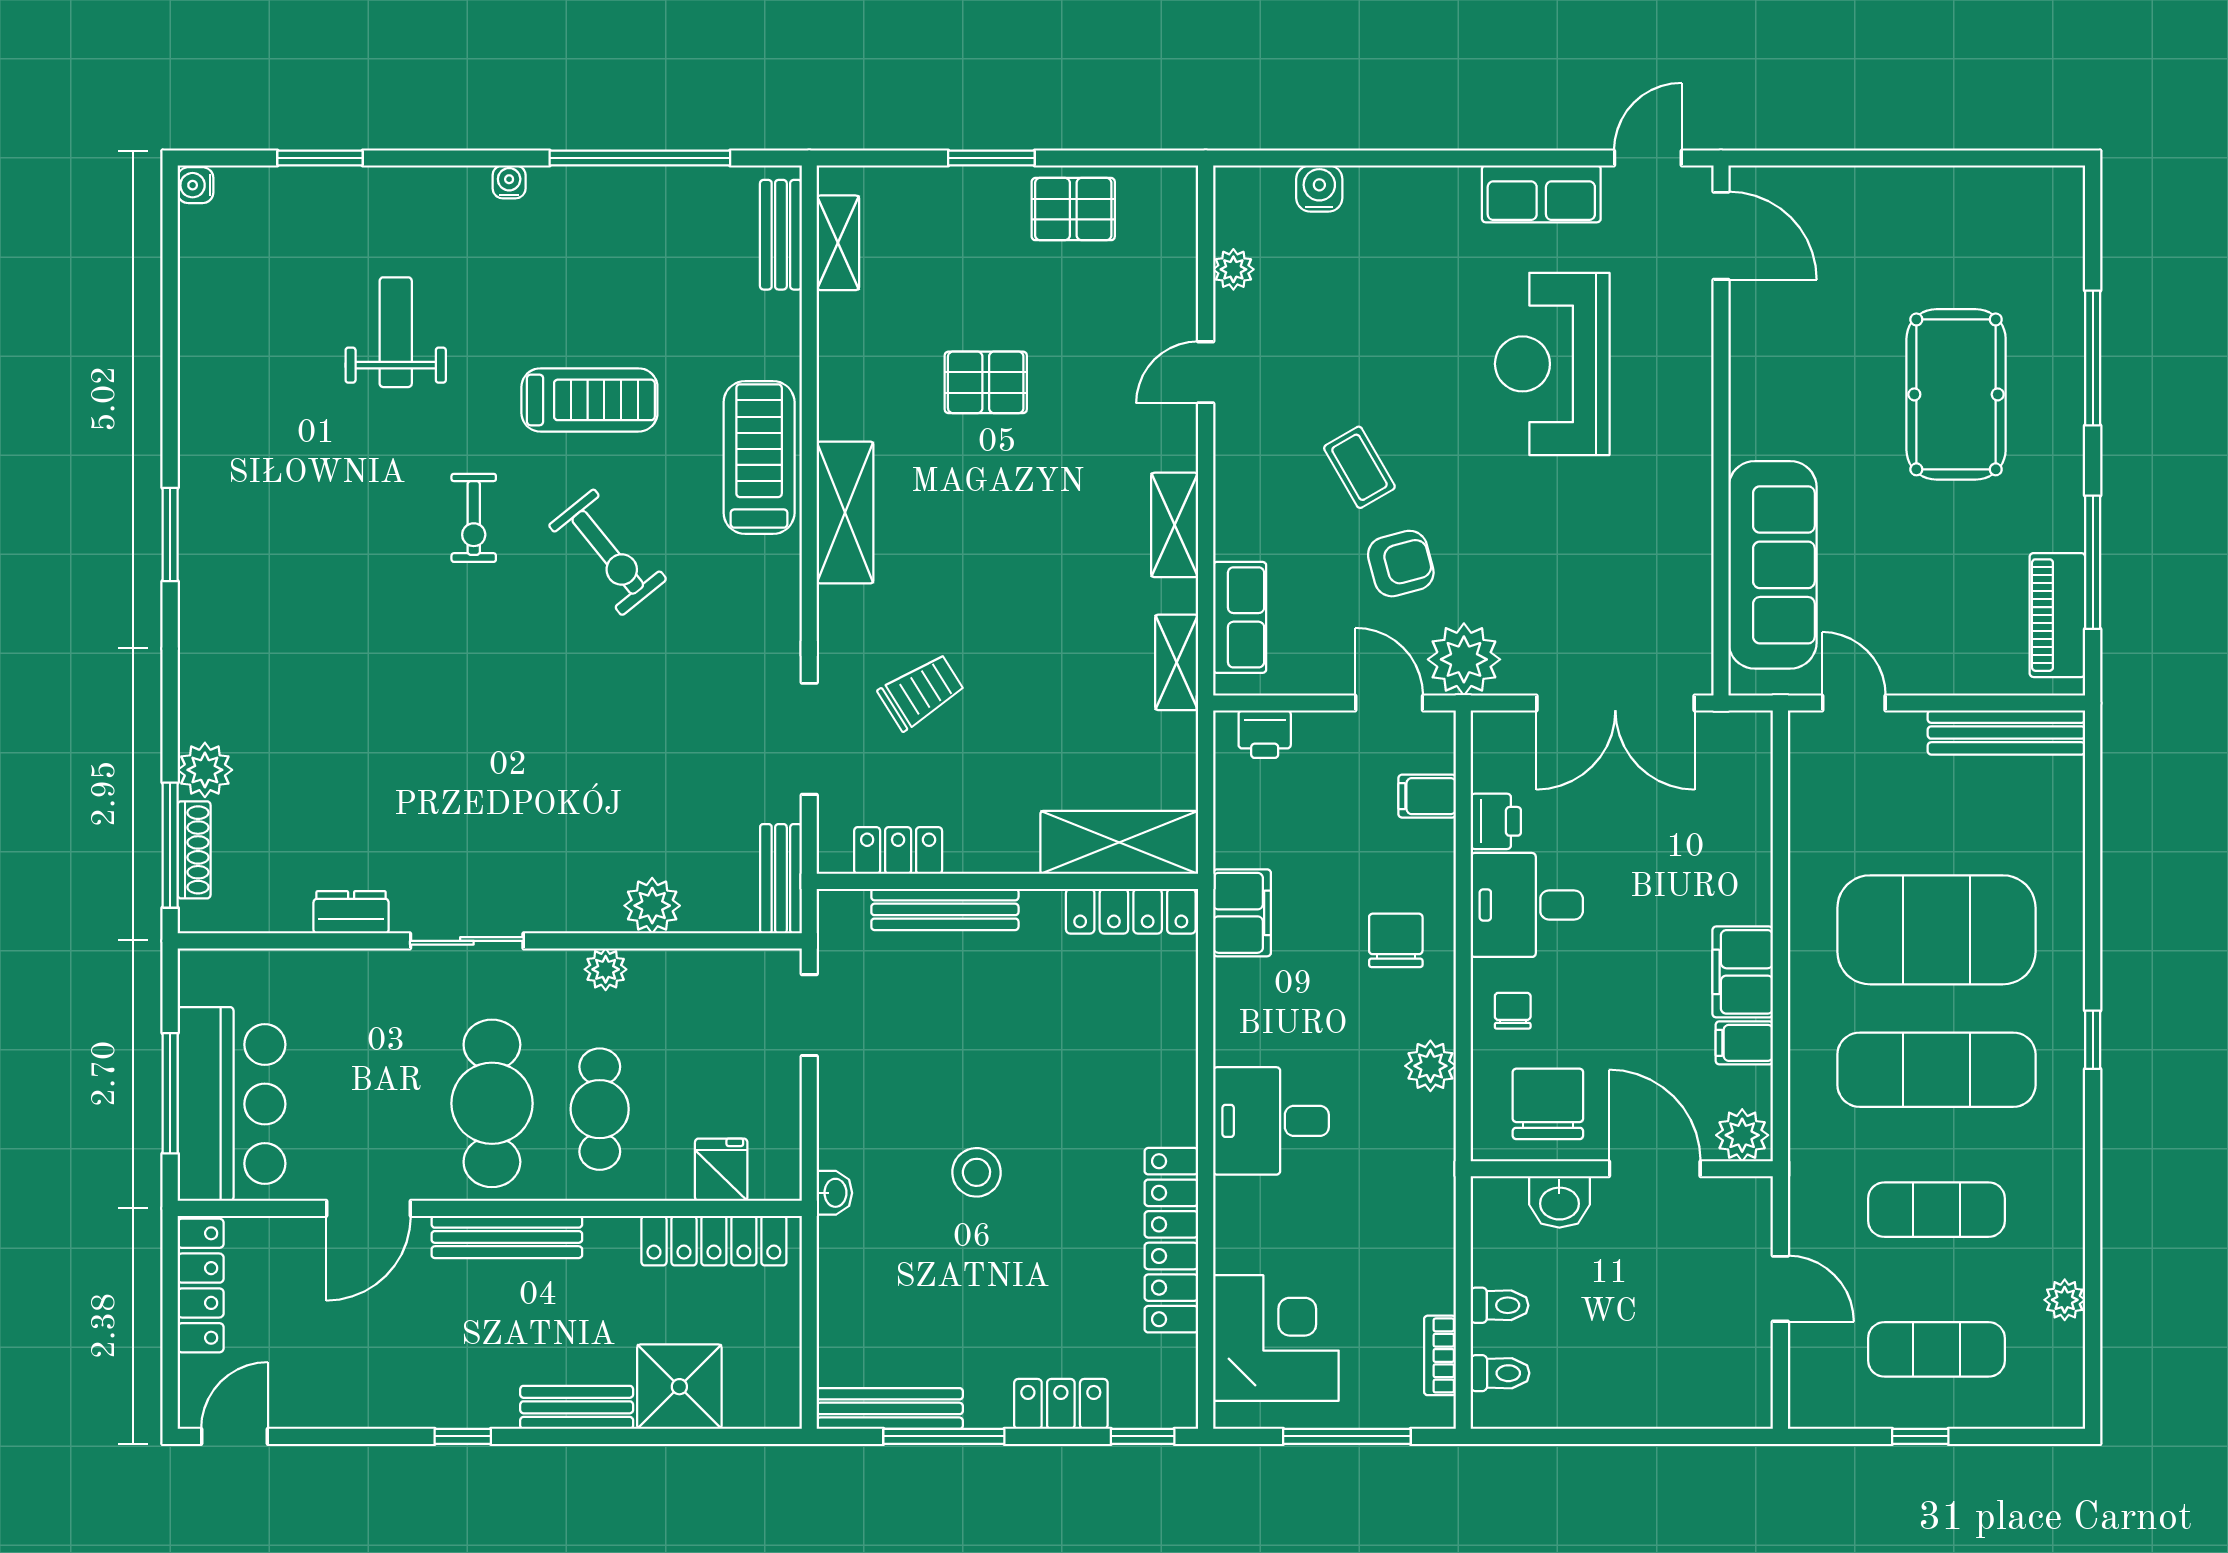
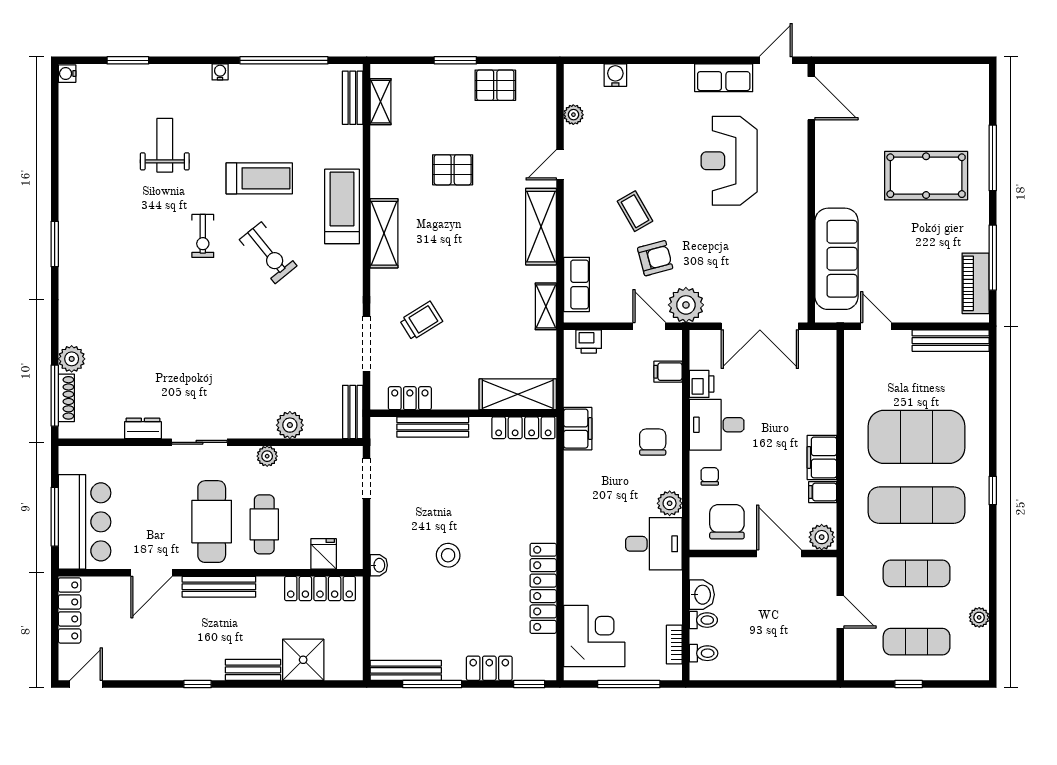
pool table: (1956, 394) -> (926, 176), turned 90
shelving: (1175, 525) -> (541, 227), width x1.50, depth x1.33
desk: (1271, 1121) -> (654, 544), moved, turned 180
washbasin: (1559, 1202) -> (702, 595), moved, turned -90

